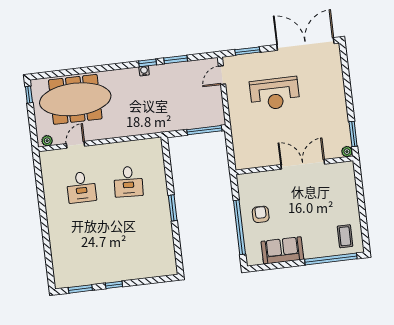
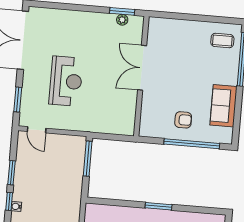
plant: (347, 152) -> (122, 20), moved
armchair: (261, 214) -> (183, 120), turned 180

